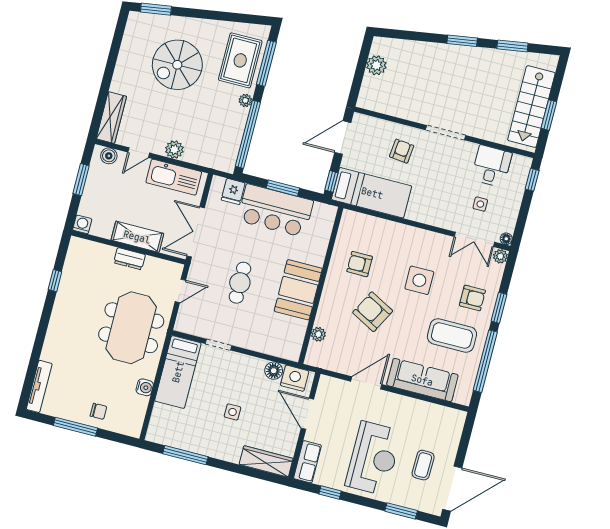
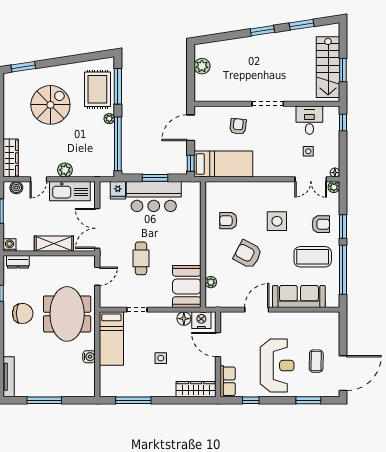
spiral stairs: (177, 65) -> (50, 105), turned 180
dresser: (130, 259) -> (18, 262), moved
booth: (298, 290) -> (187, 286), moved
chair: (98, 411) -> (23, 313), moved, width x1.87, depth x1.87

